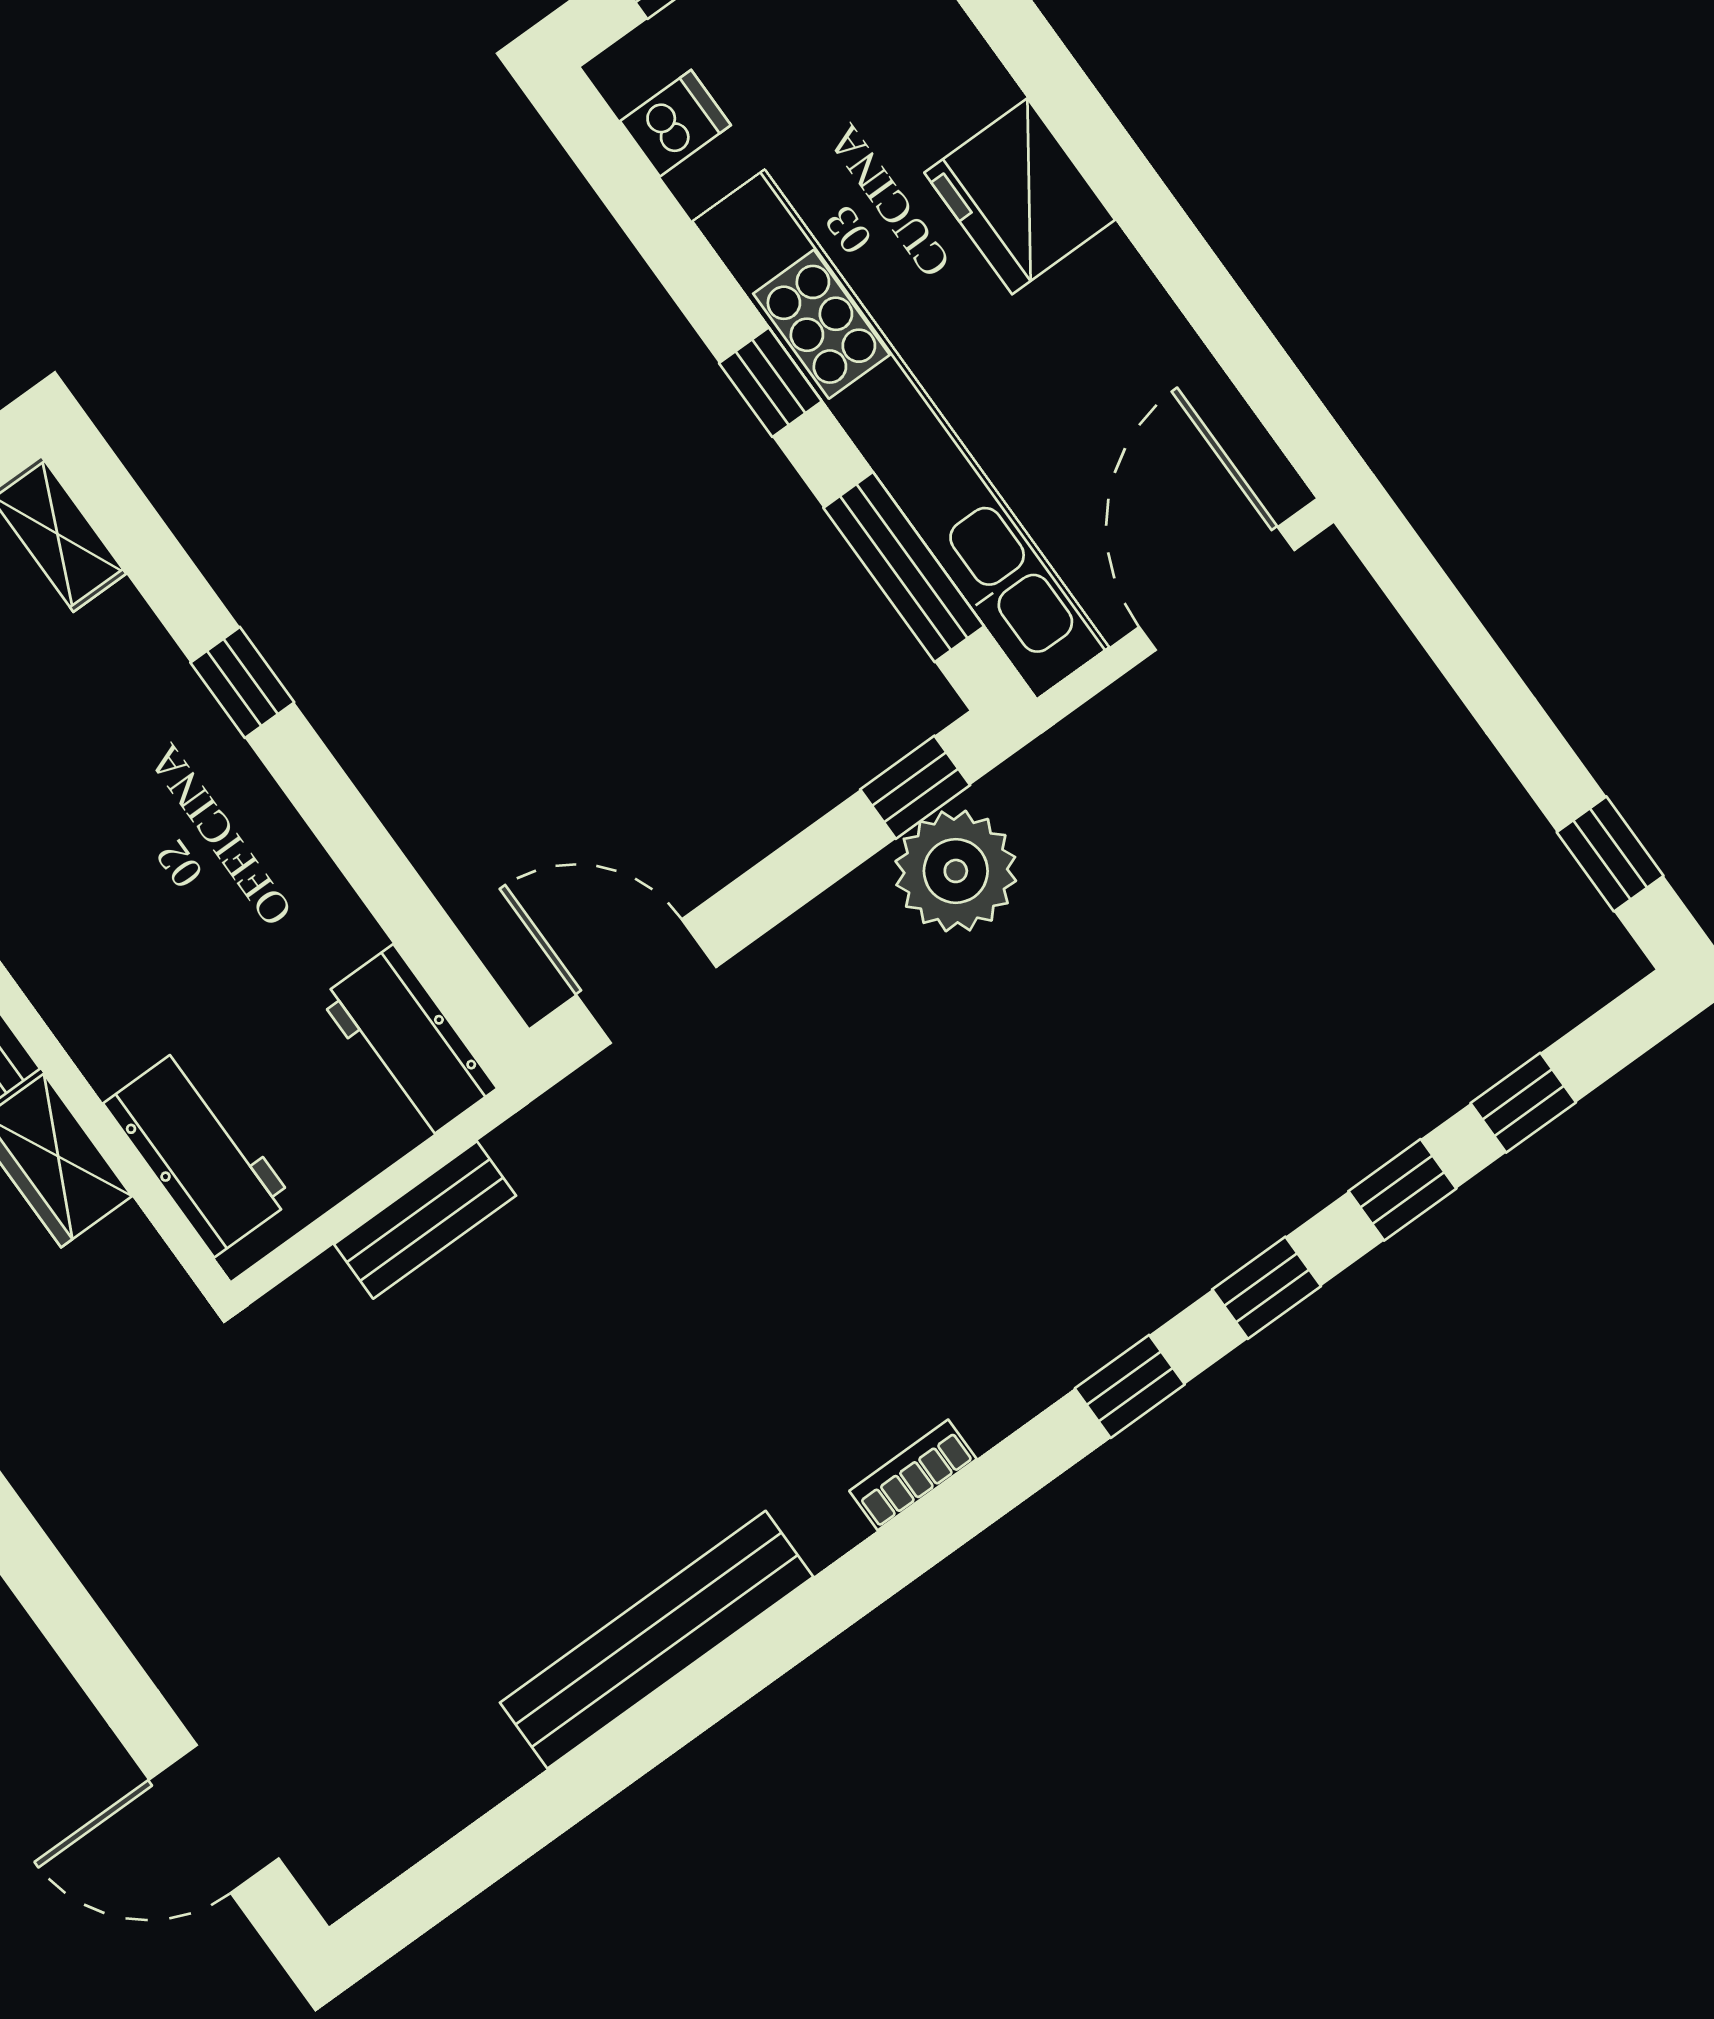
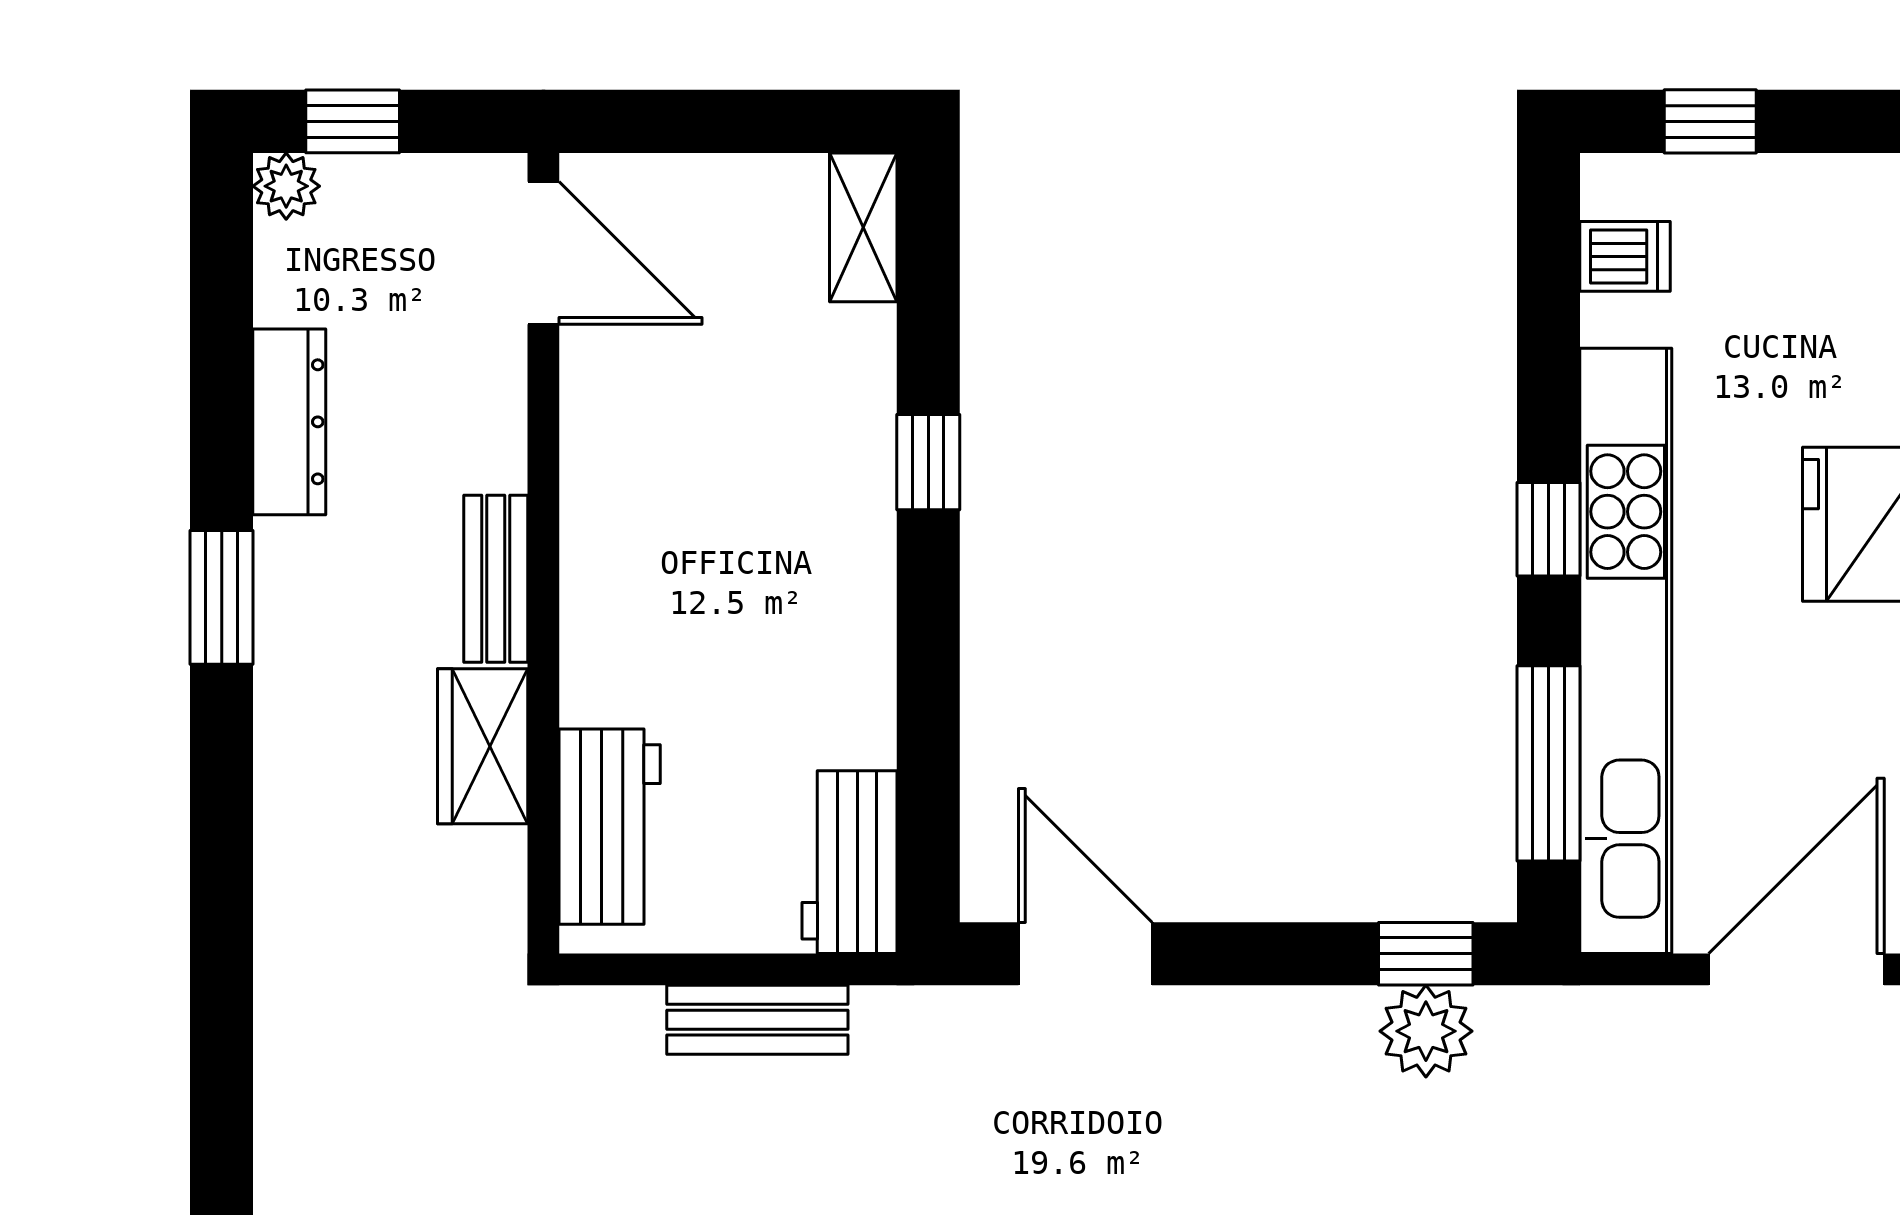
plant: (956, 871) -> (1426, 1031), width x0.73, depth x0.73

